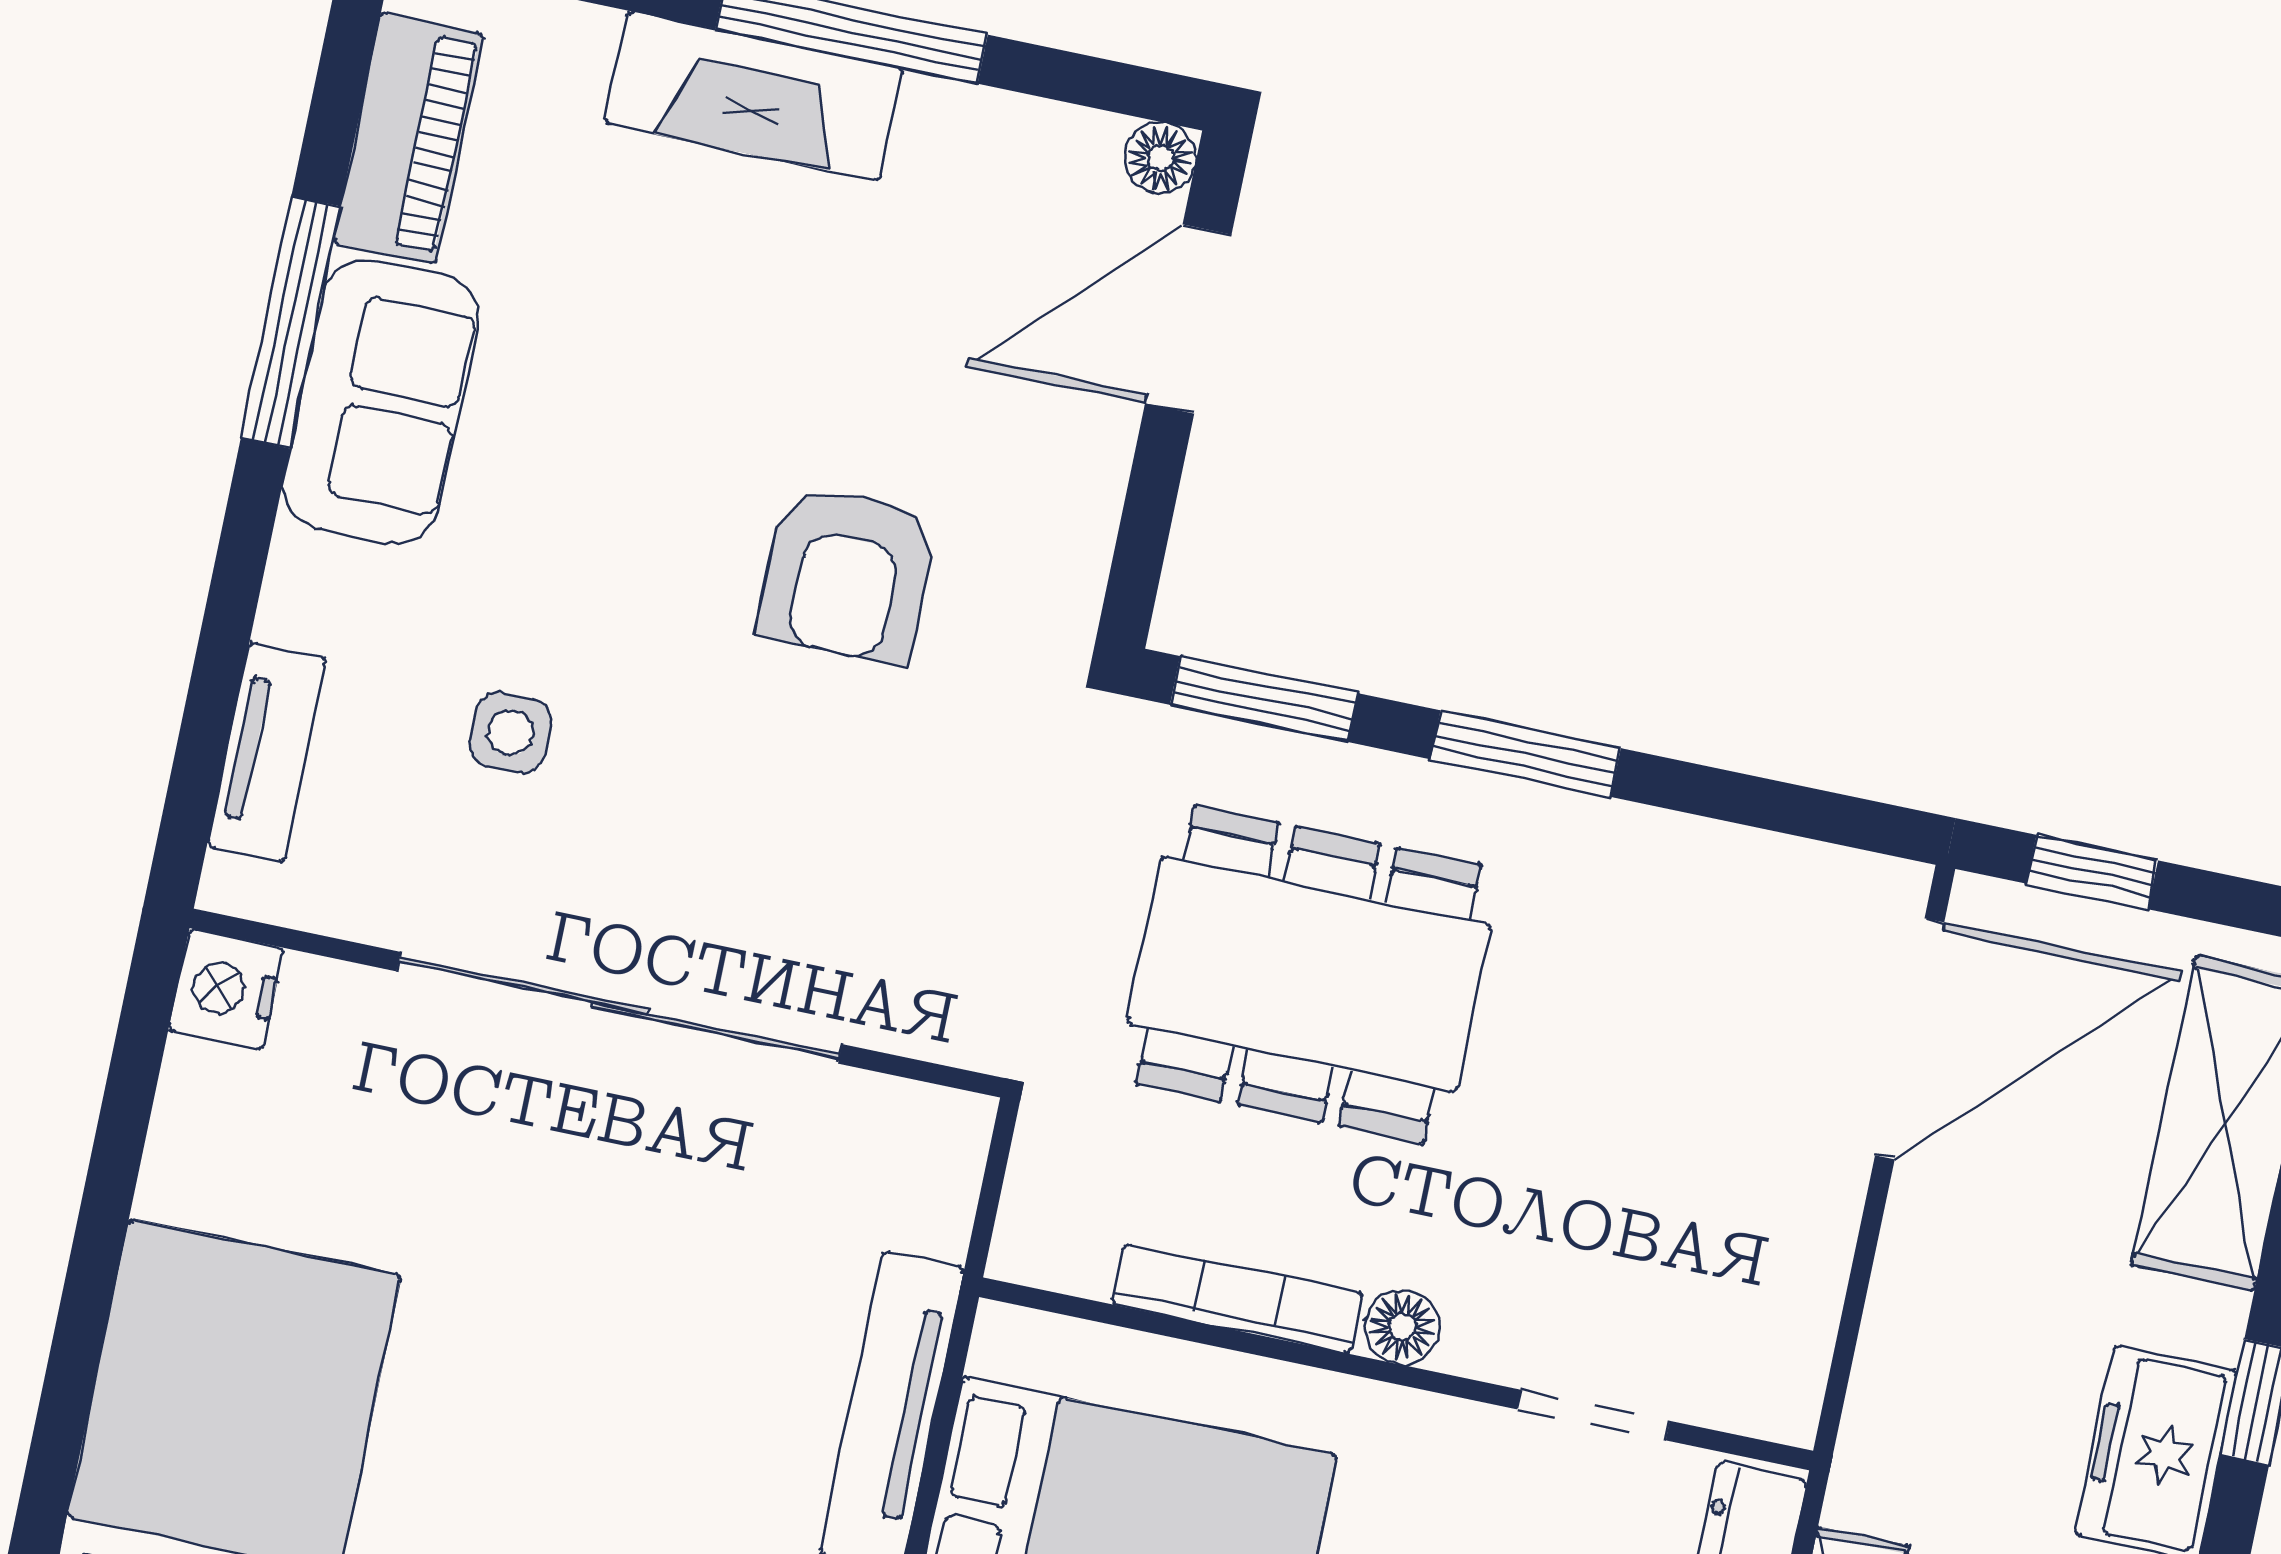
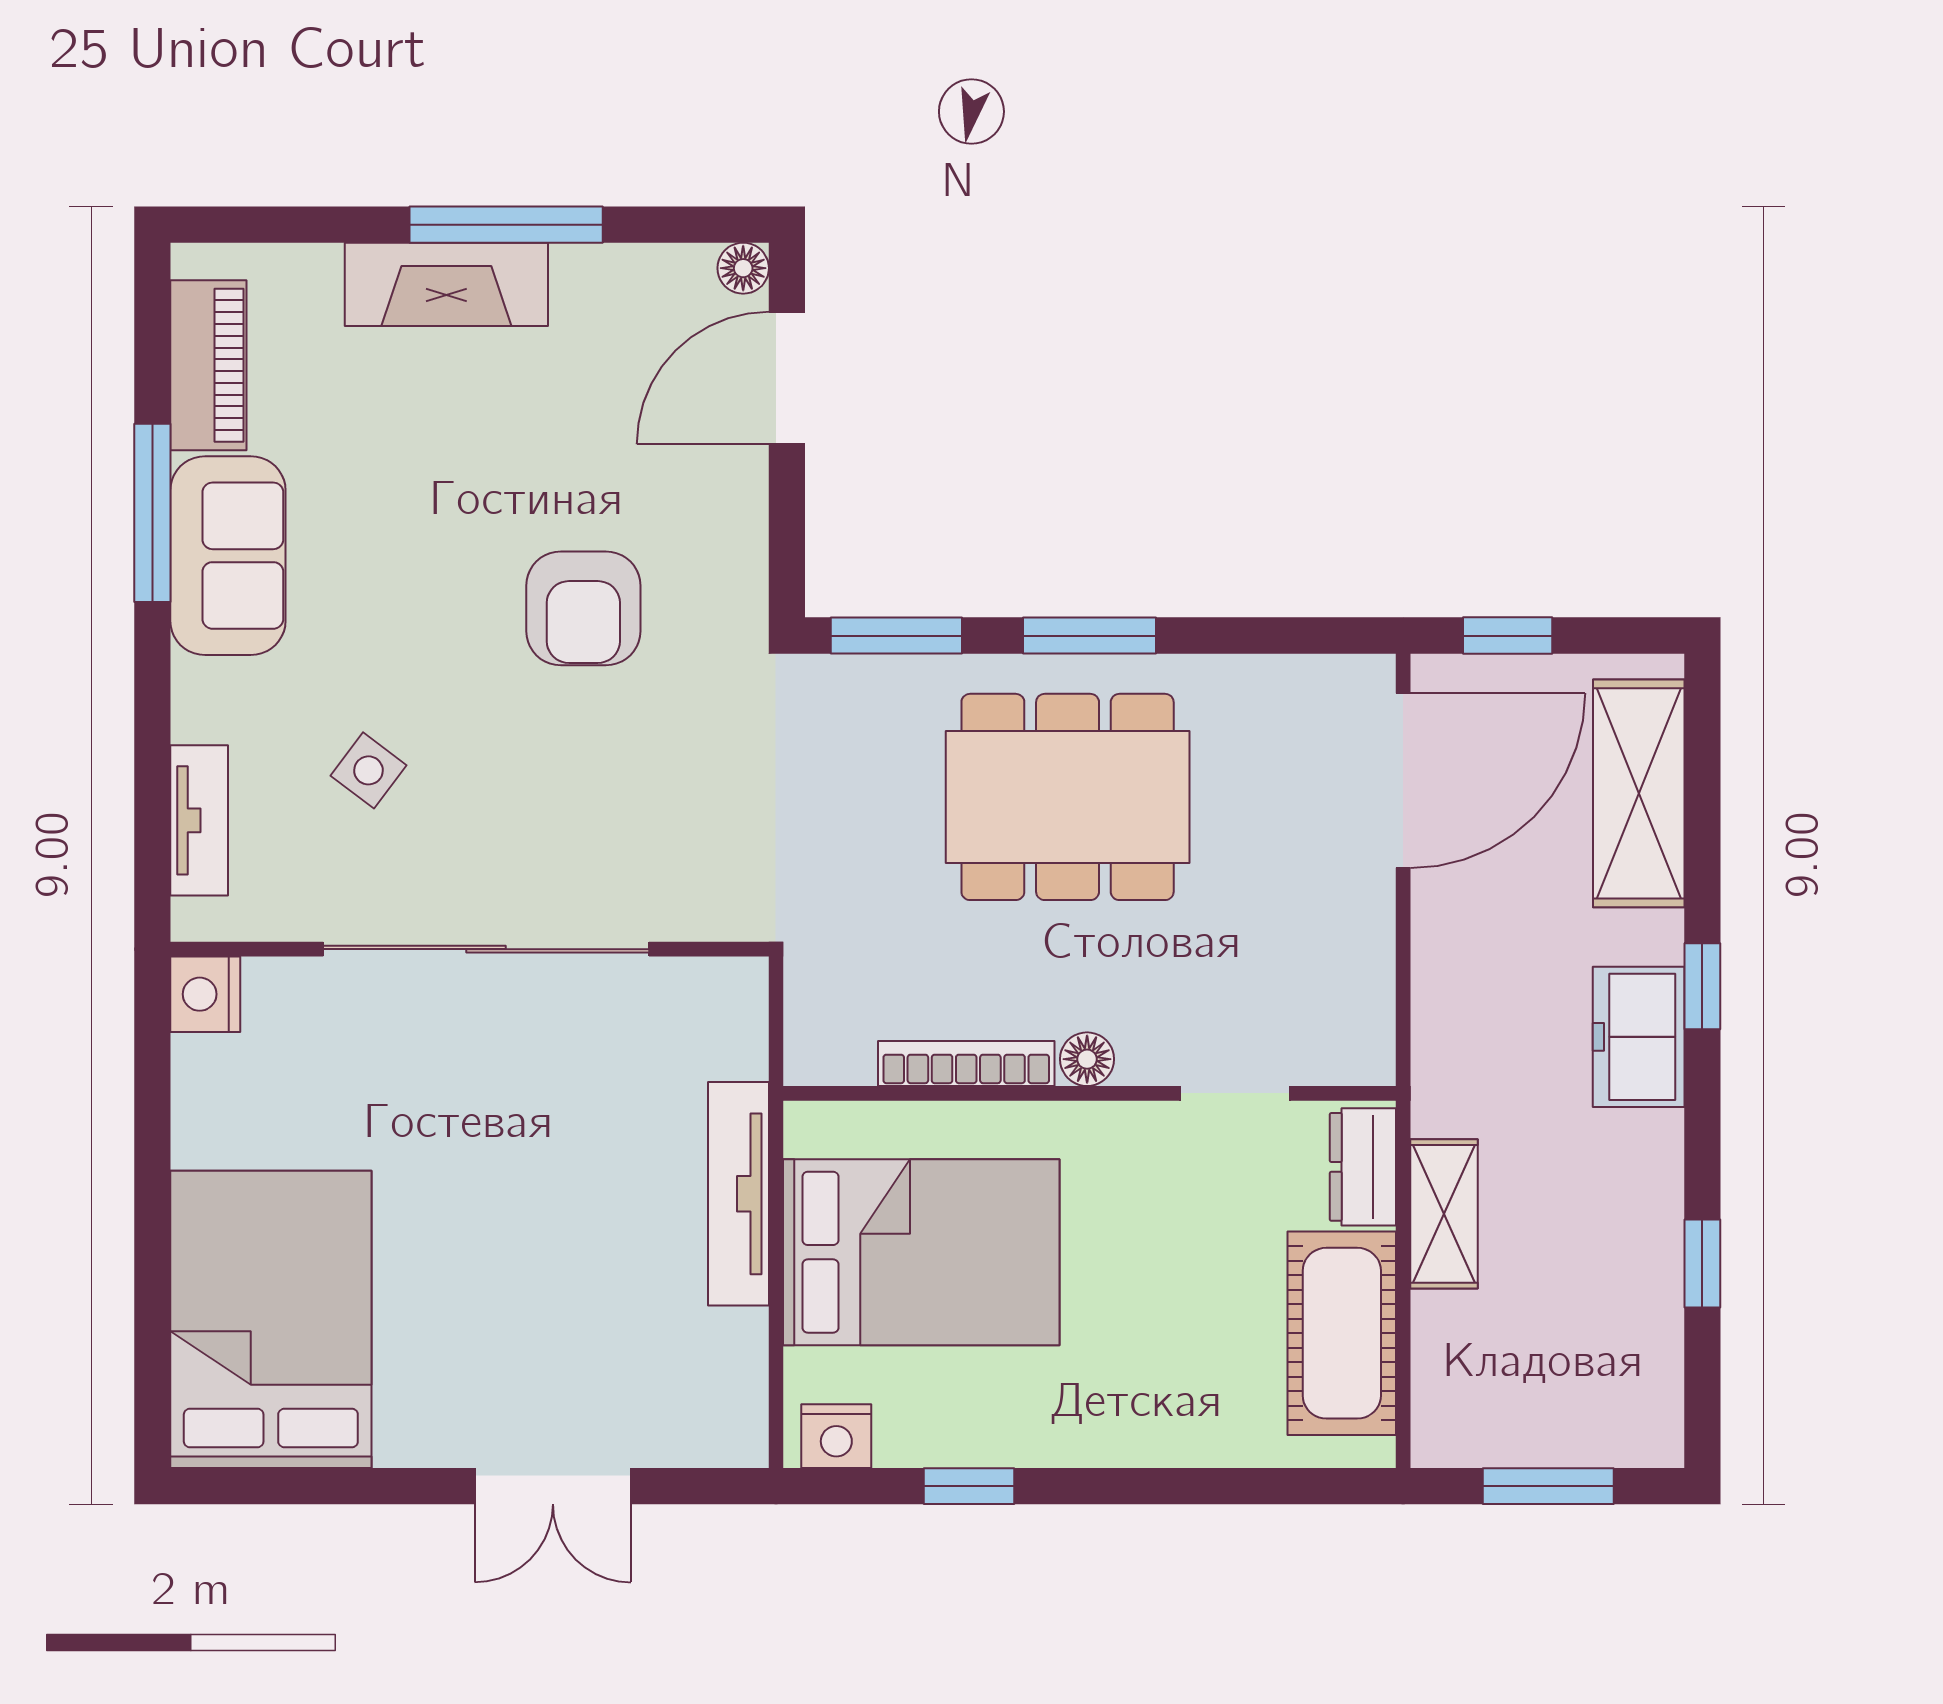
side table: (511, 732) -> (368, 770), turned 37
dining table: (1309, 974) -> (1068, 797), moved

